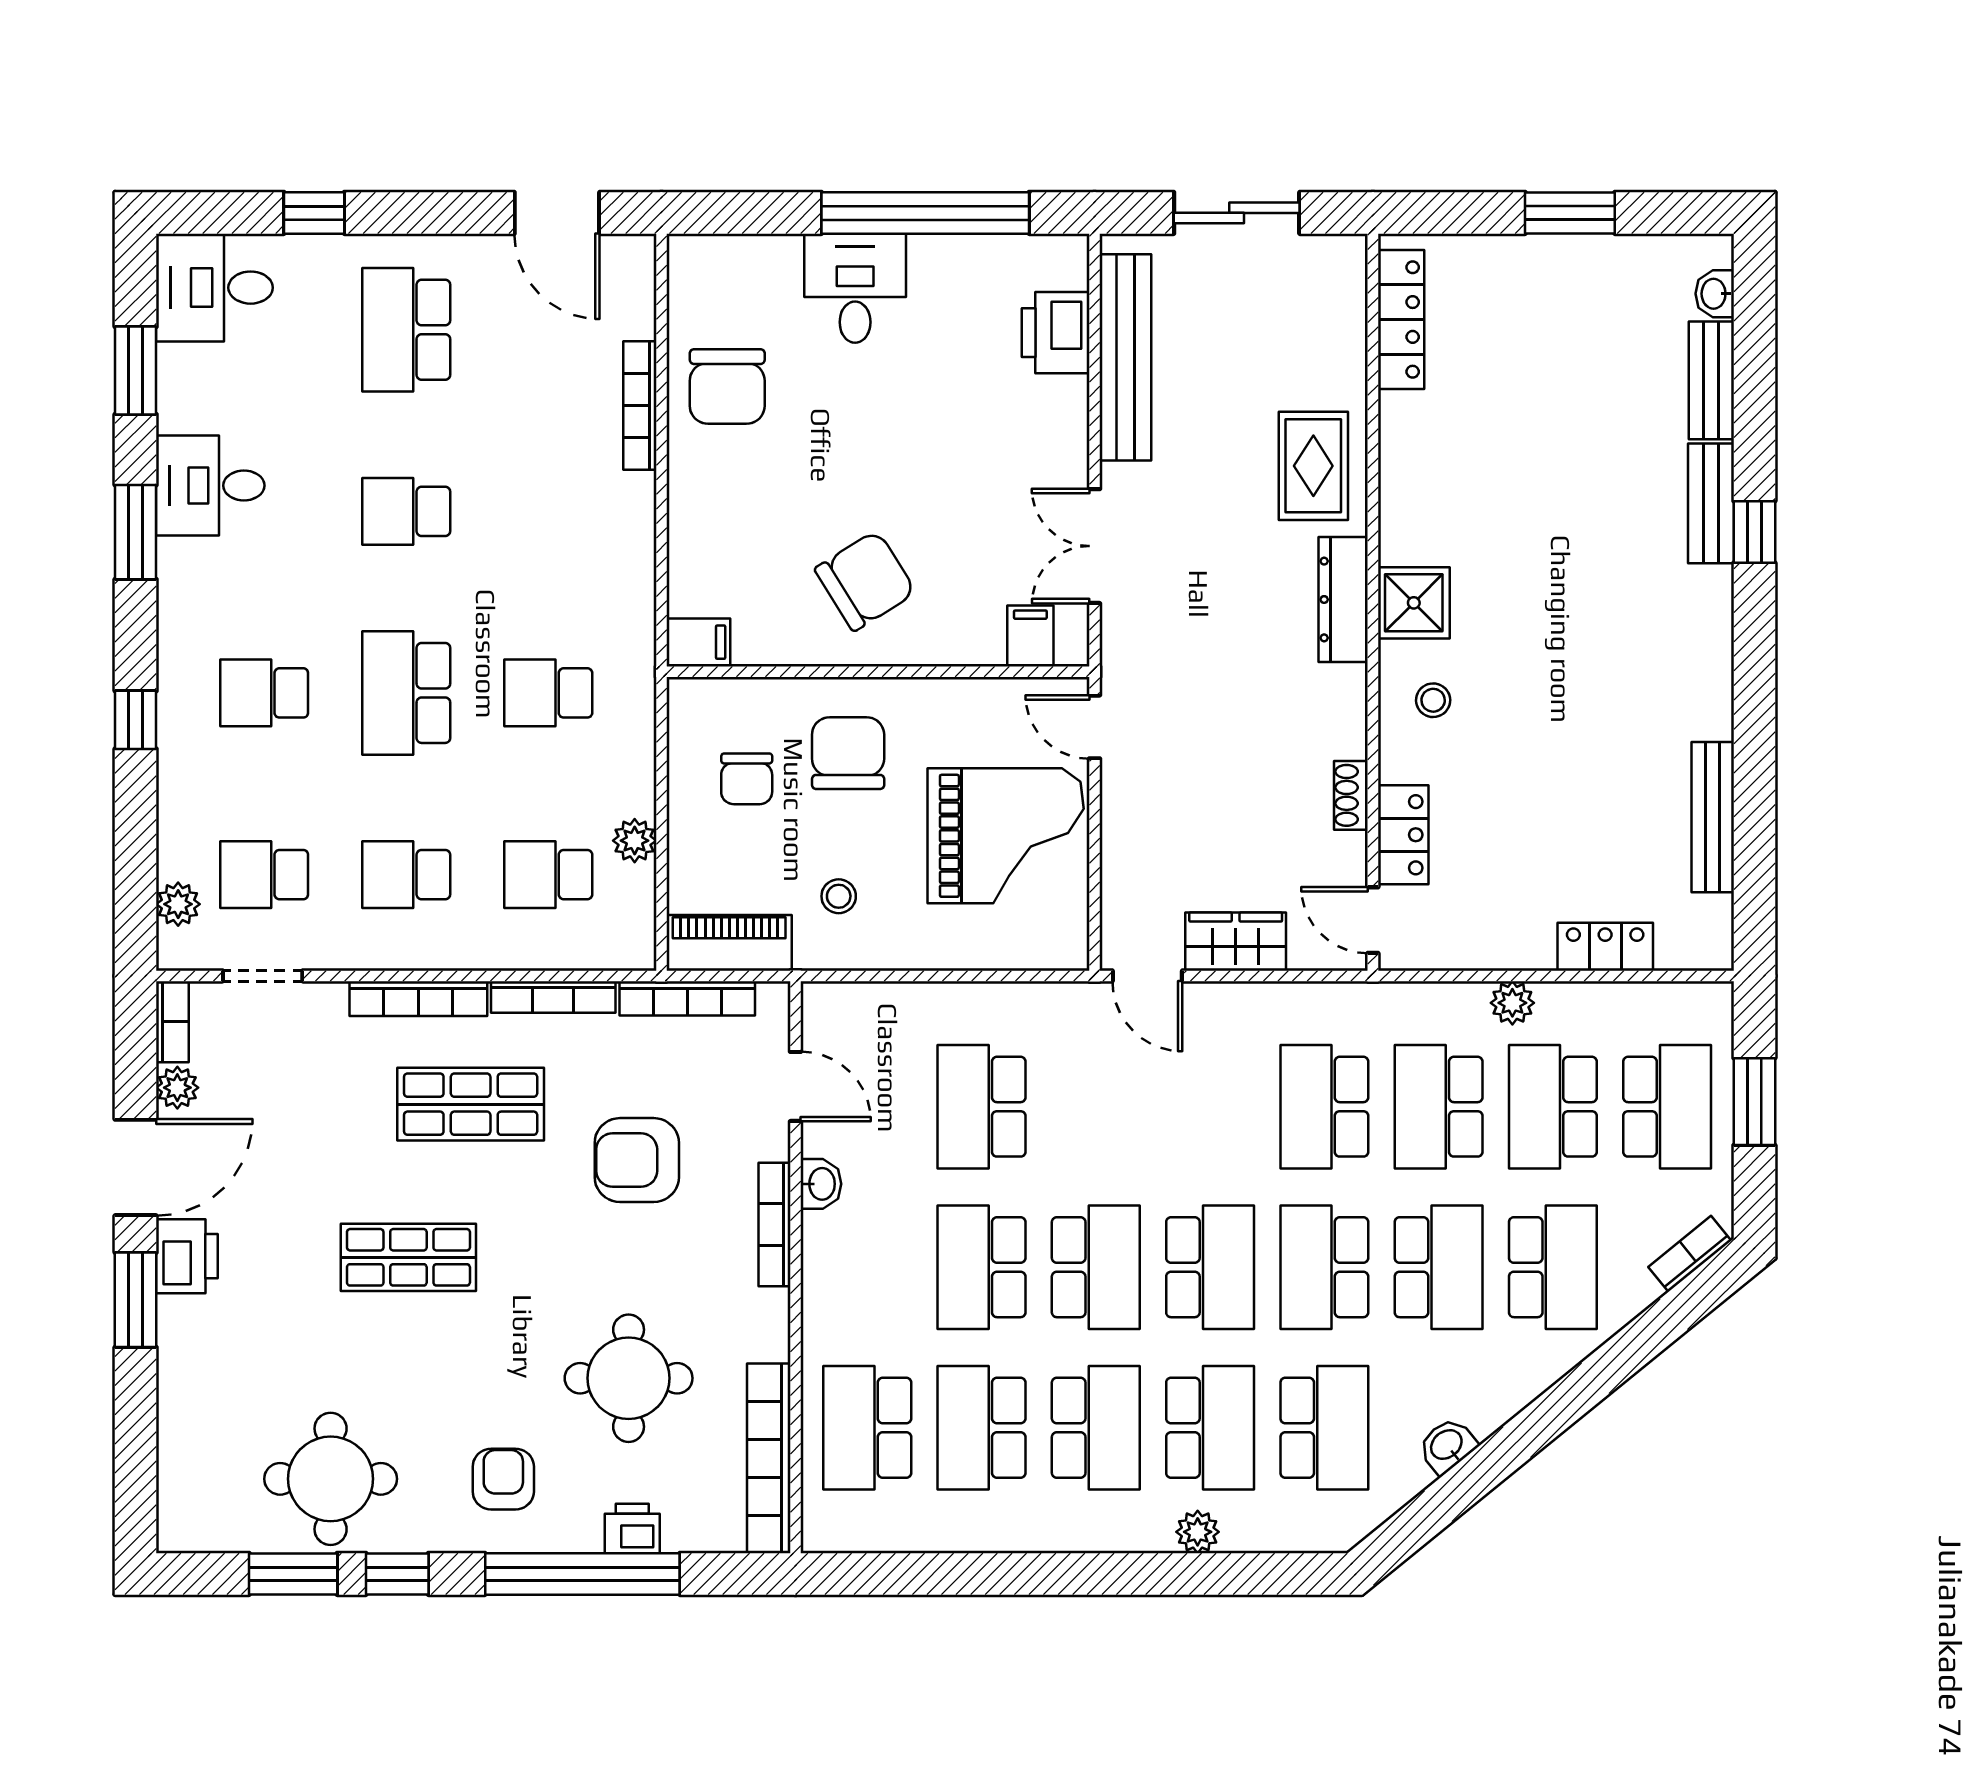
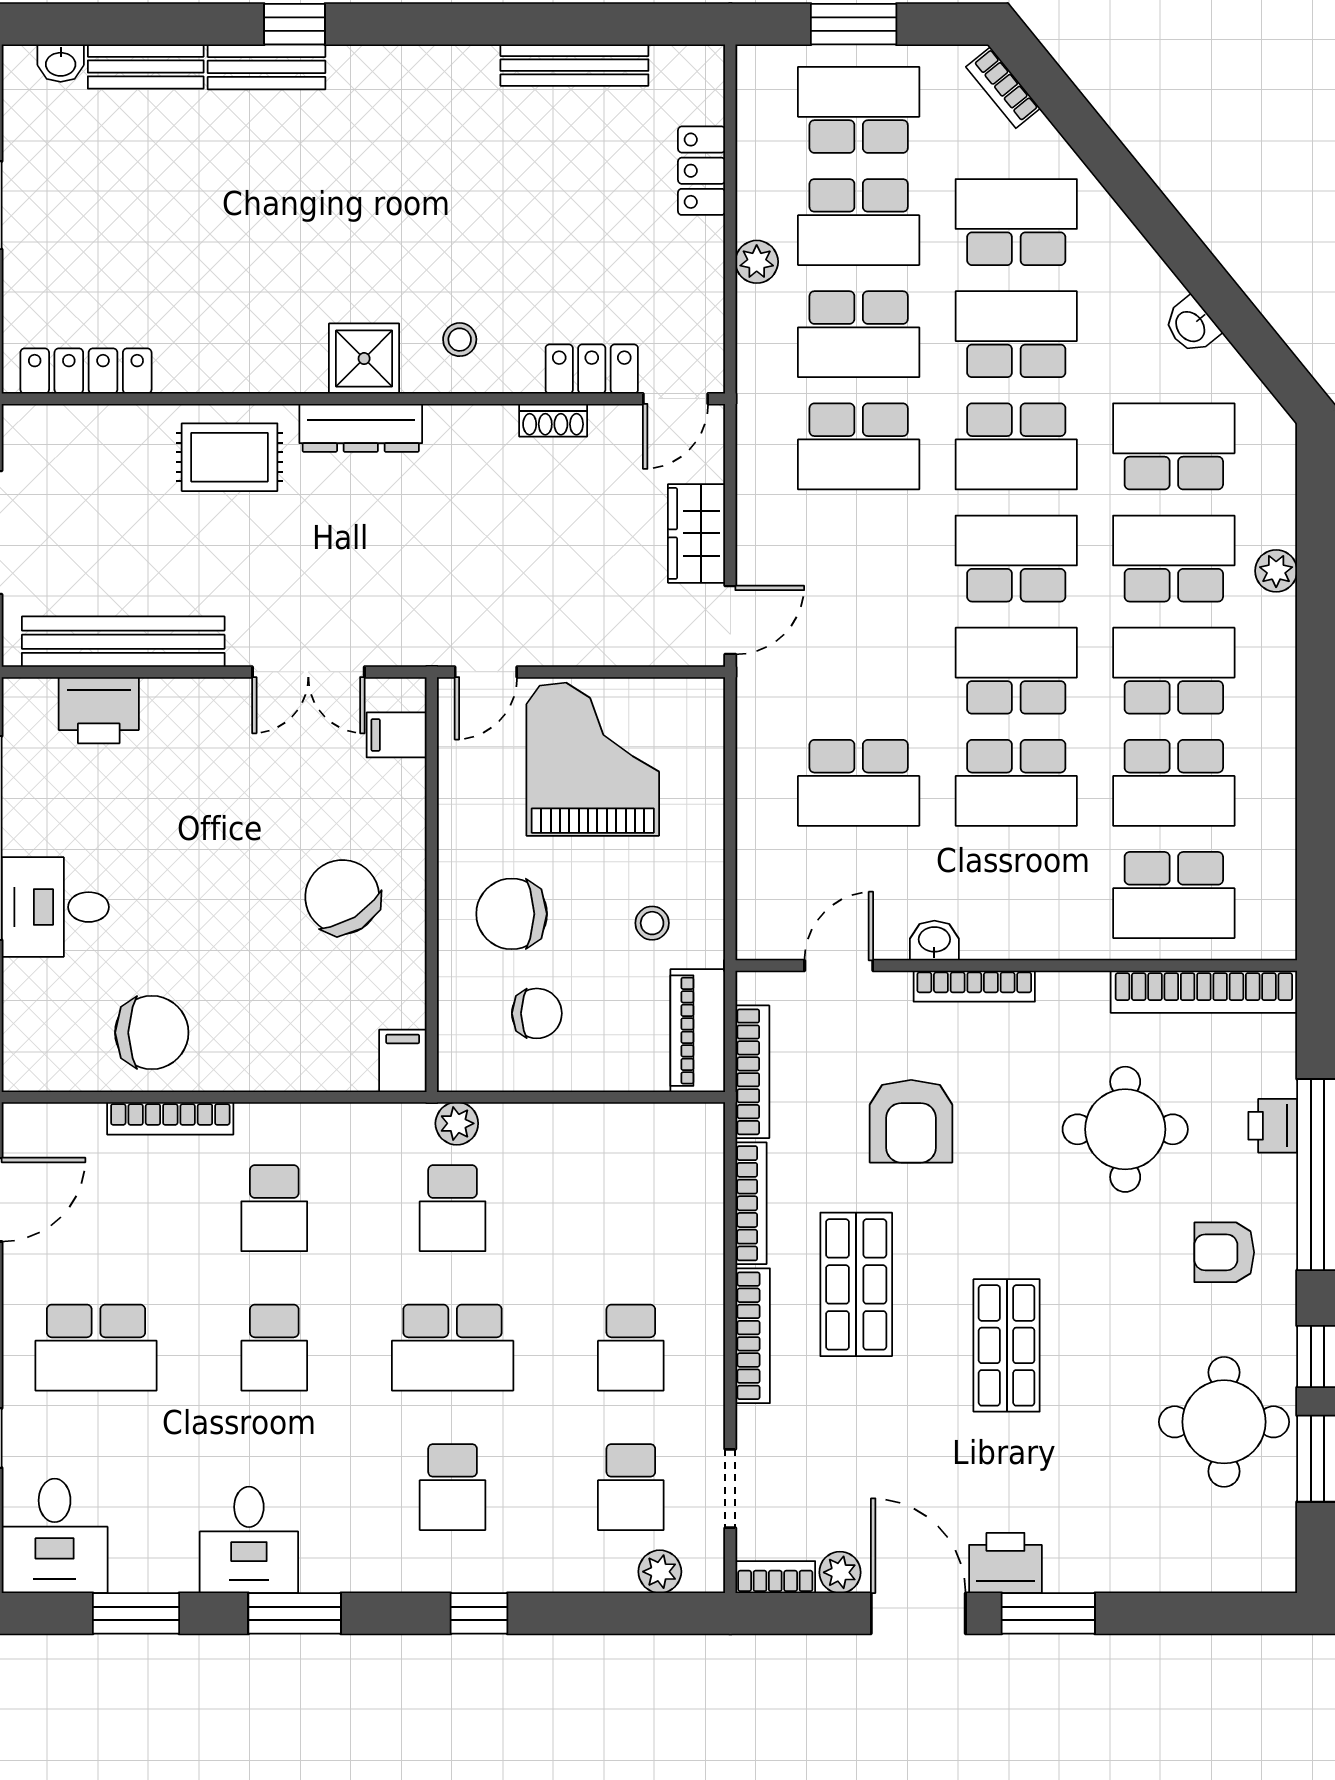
plant: (635, 841) -> (457, 1123), moved
school desk: (548, 875) -> (274, 1208), moved

